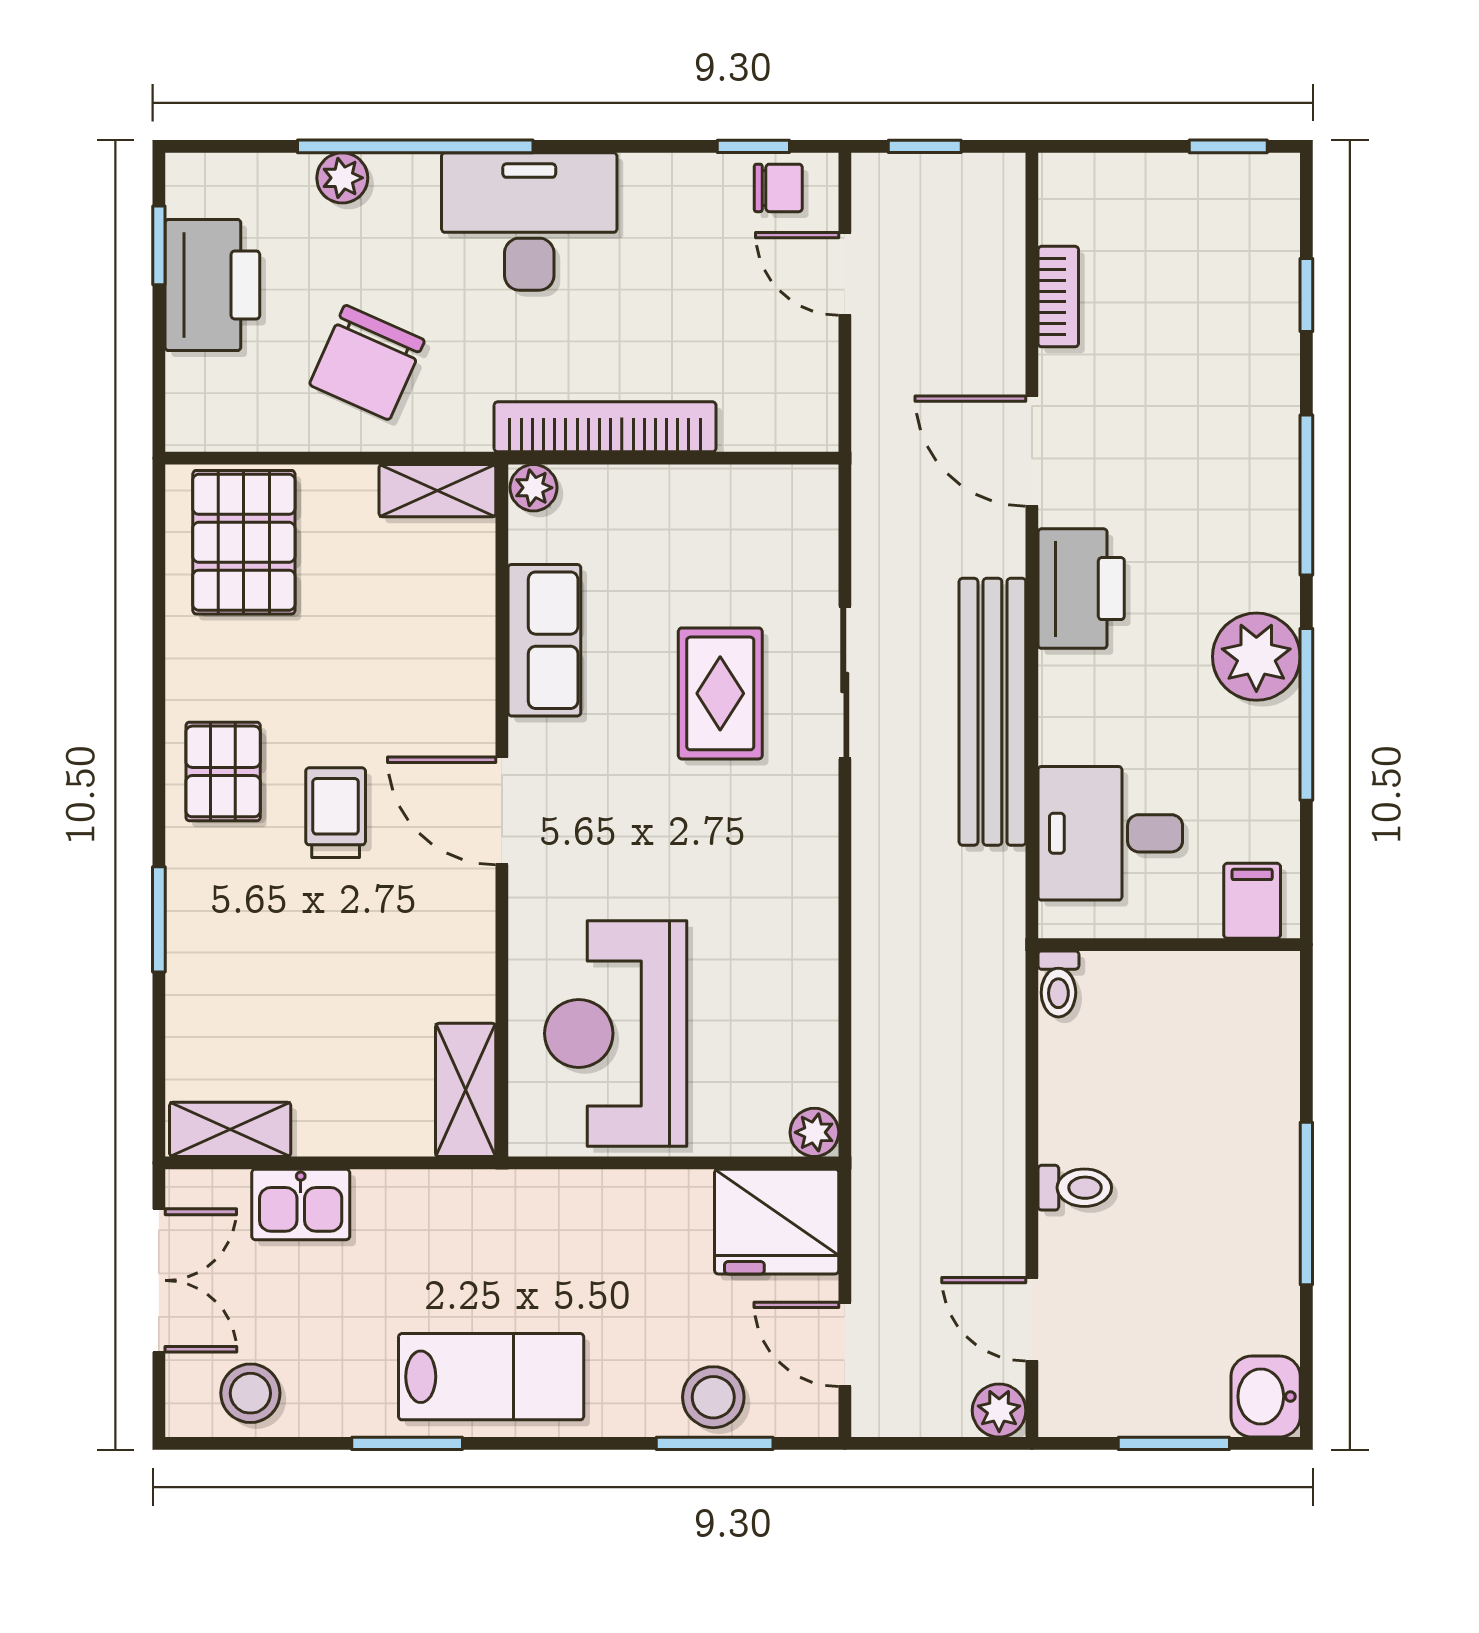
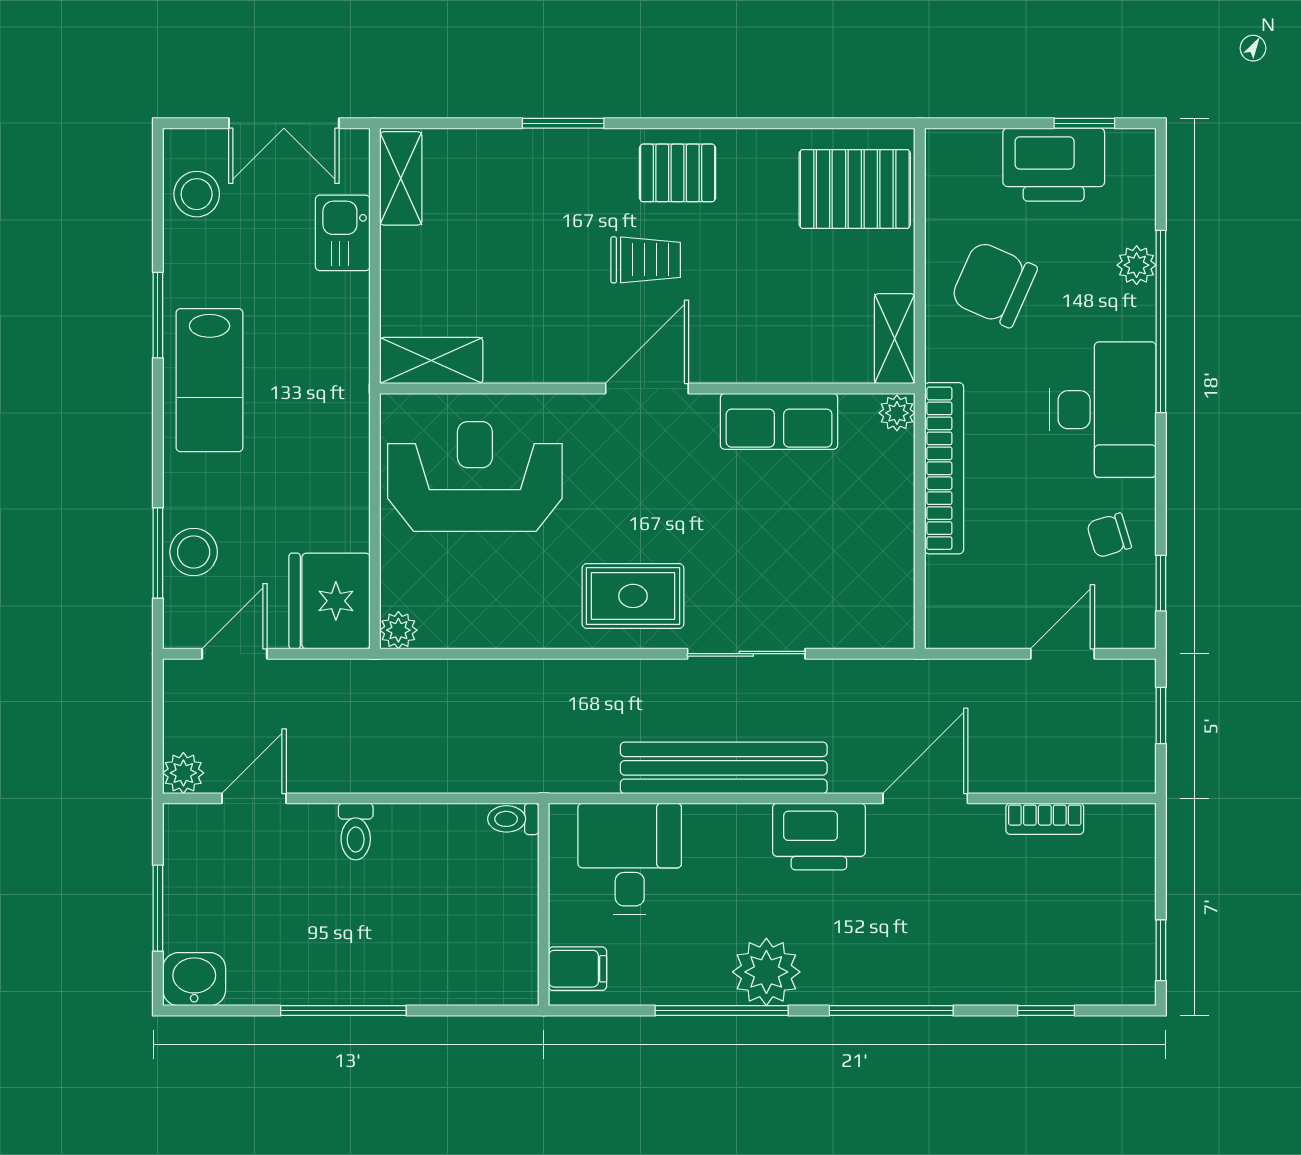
chair: (778, 188) -> (1109, 535), moved, turned 73
rug: (720, 693) -> (633, 596), moved

